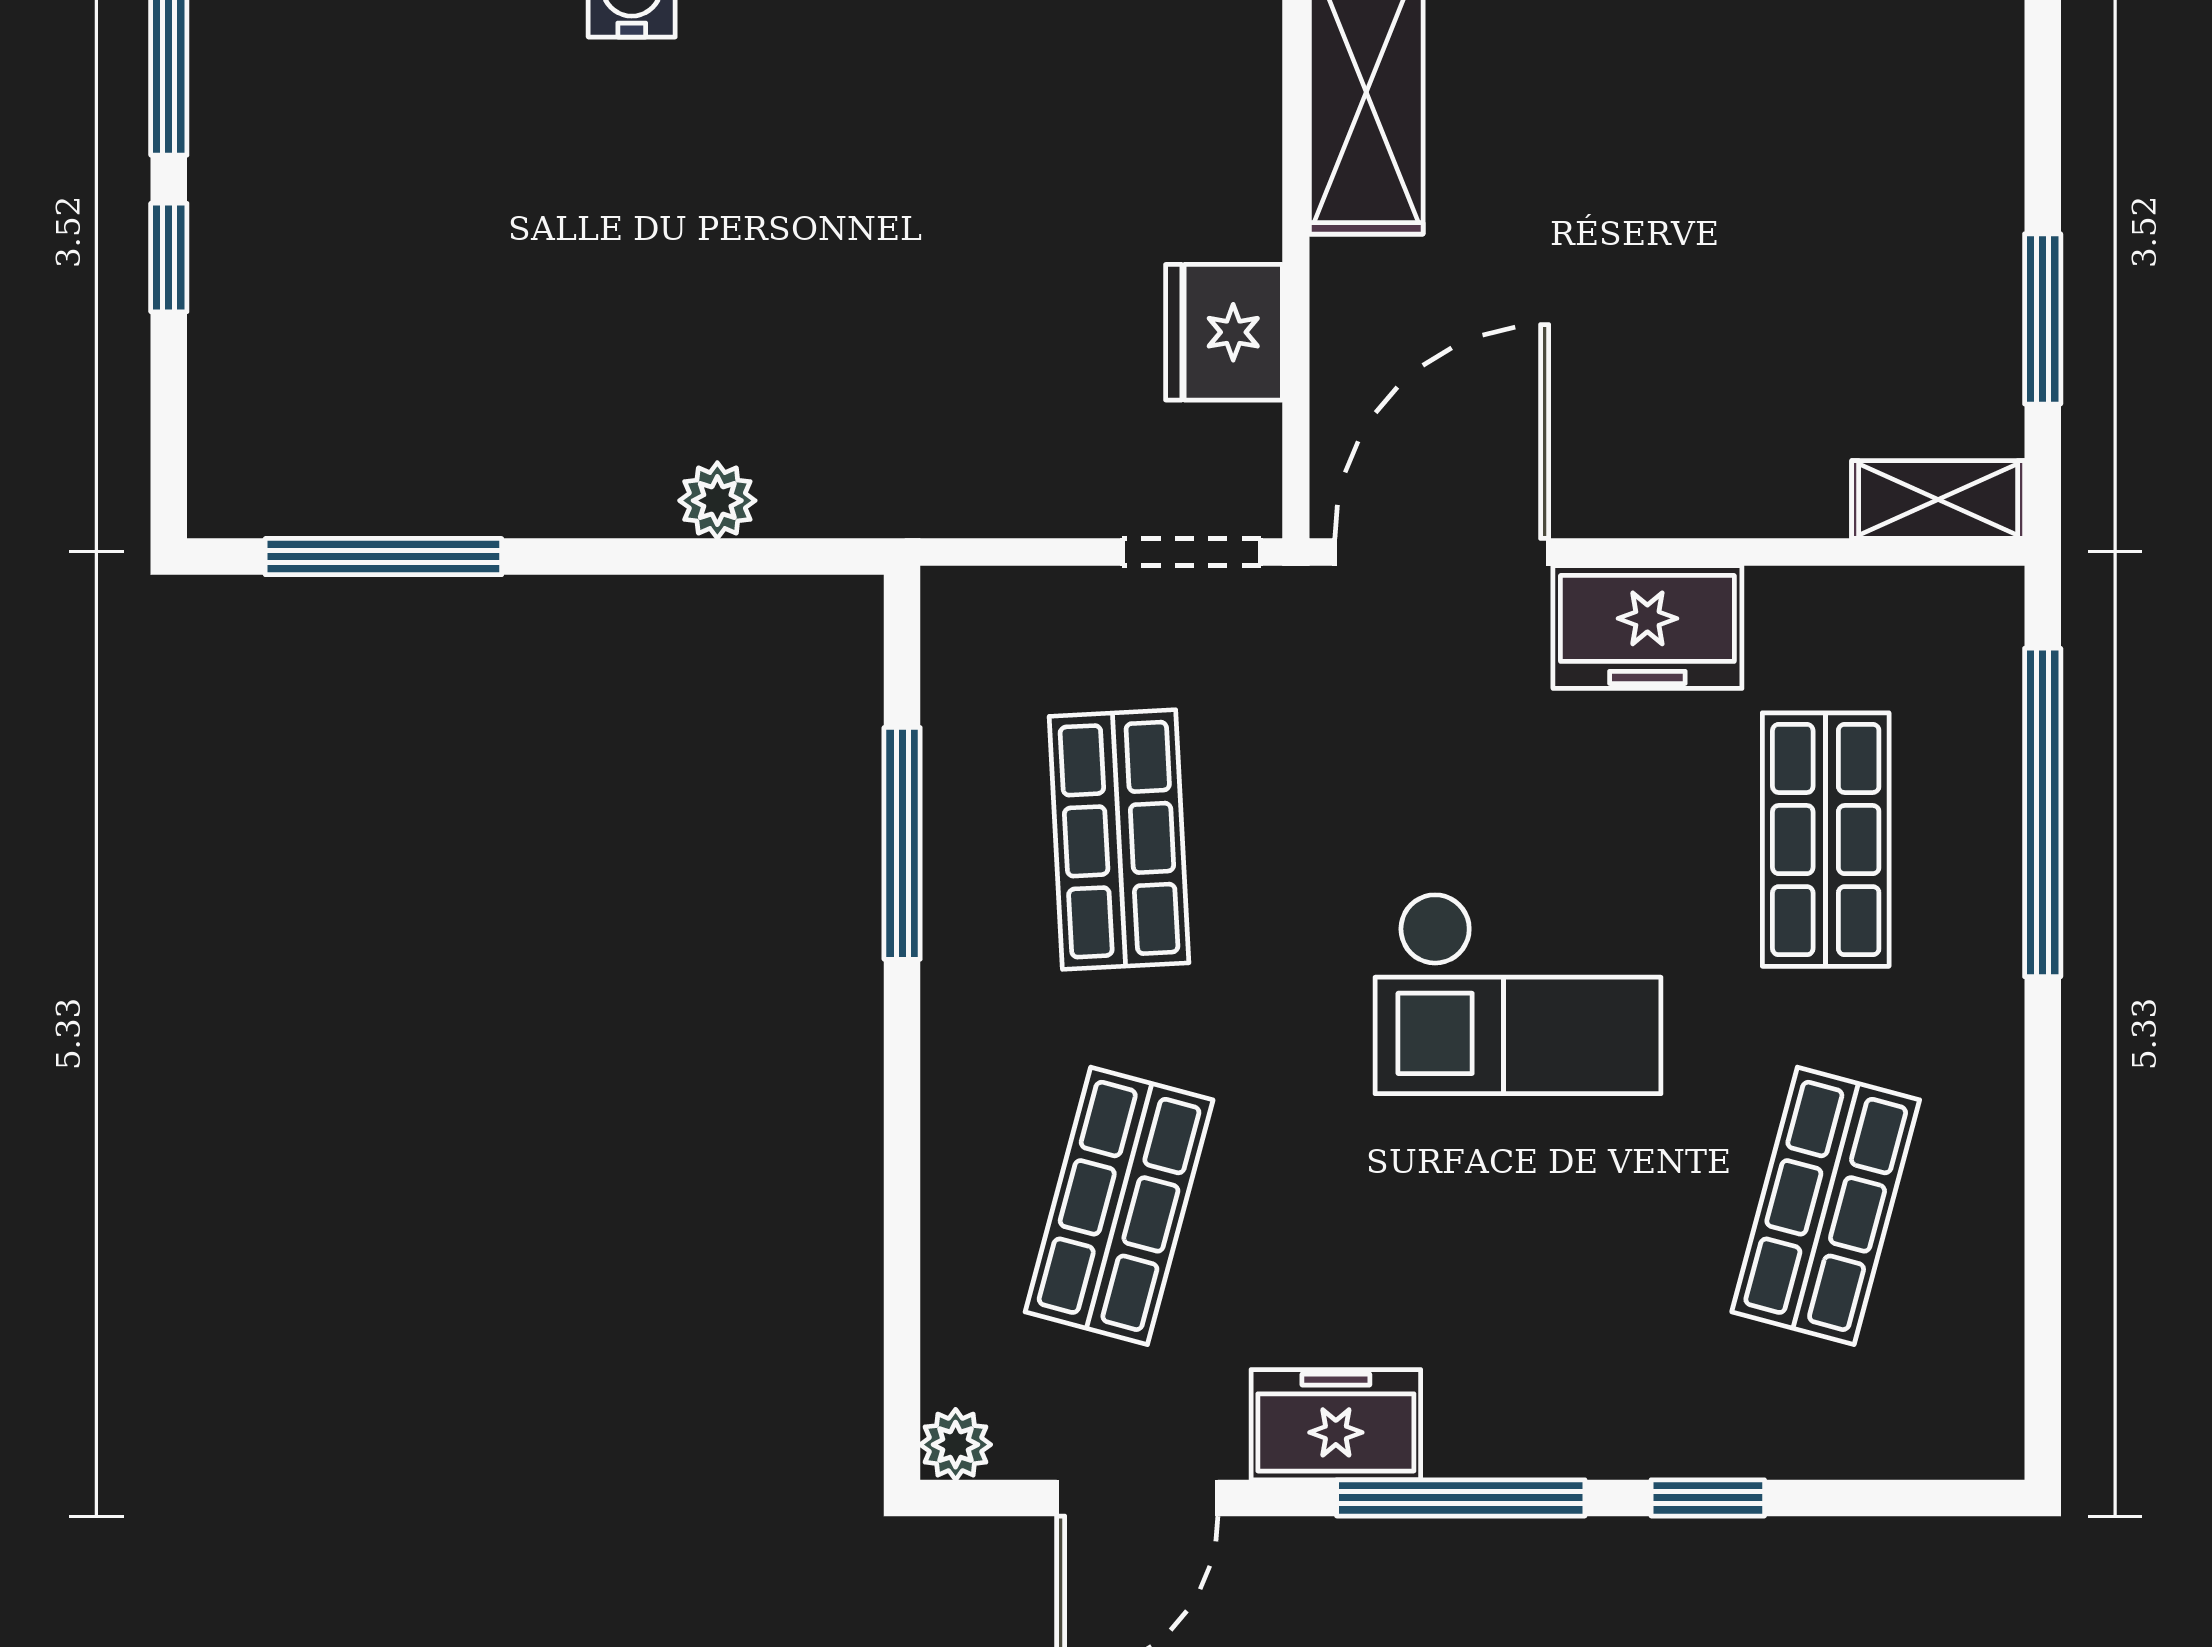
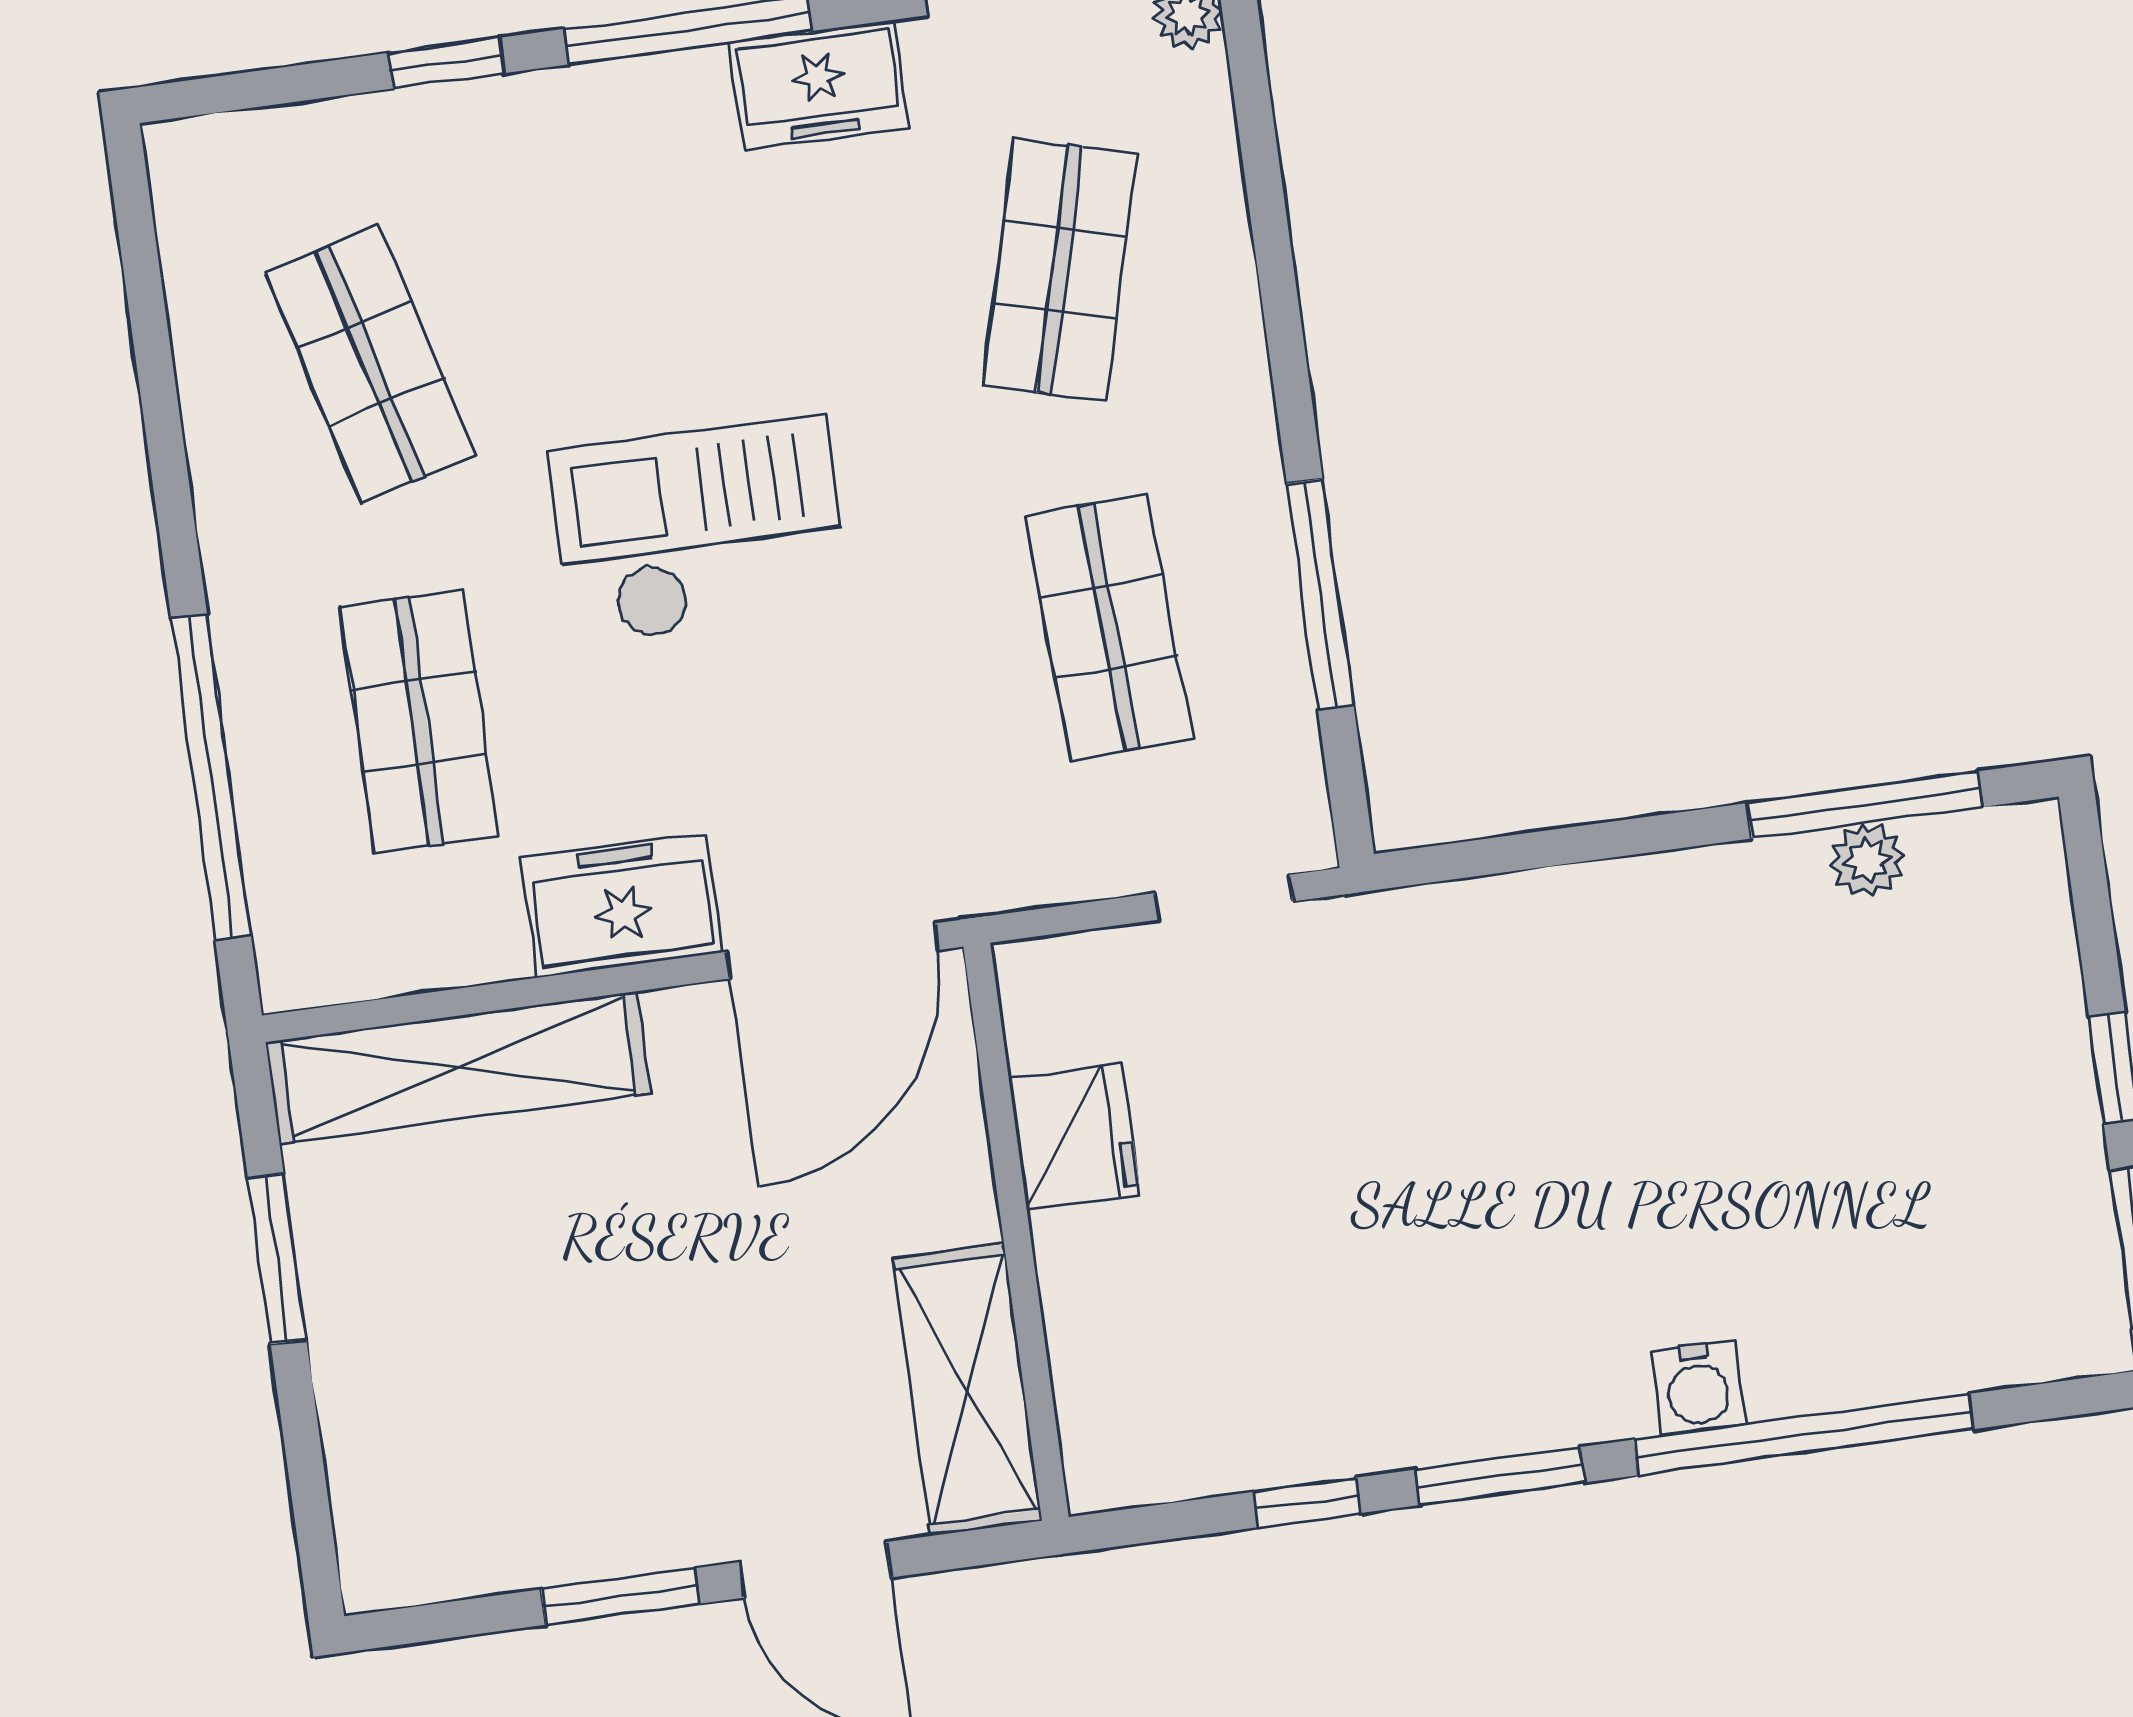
shelving: (1938, 500) -> (458, 1067), width x2.20, depth x1.33
plant: (717, 501) -> (1867, 860), moved
doorway: (1192, 552) -> (1224, 897), moved
shop shelf: (1826, 1206) -> (370, 364), turned -30

